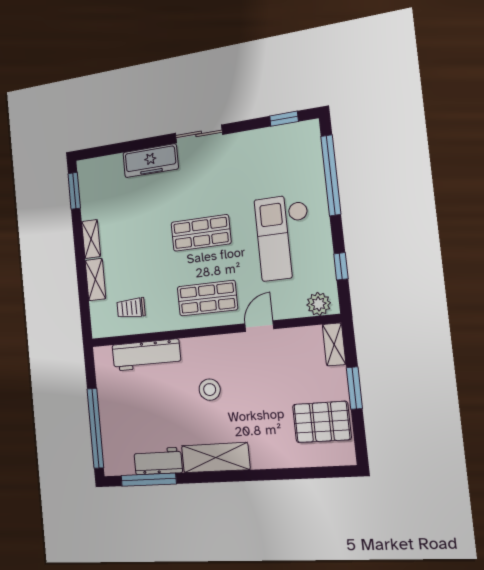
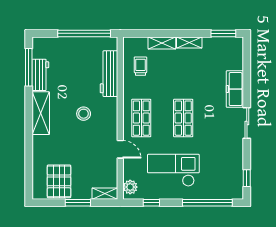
window: (95, 428) -> (84, 33), moved

